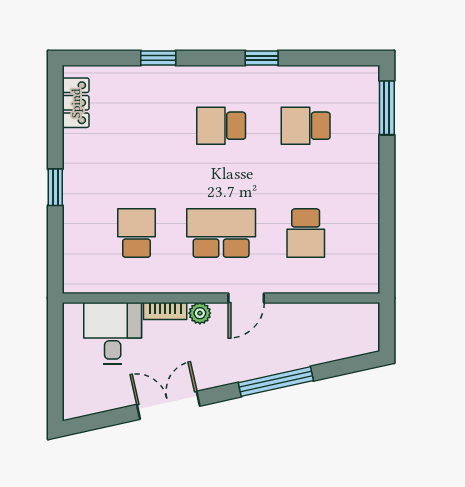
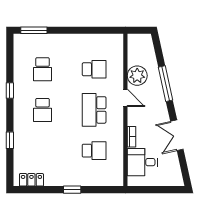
school desk: (136, 233) -> (94, 151), turned 180
plant: (200, 313) -> (137, 76), moved, width x1.88, depth x1.88

